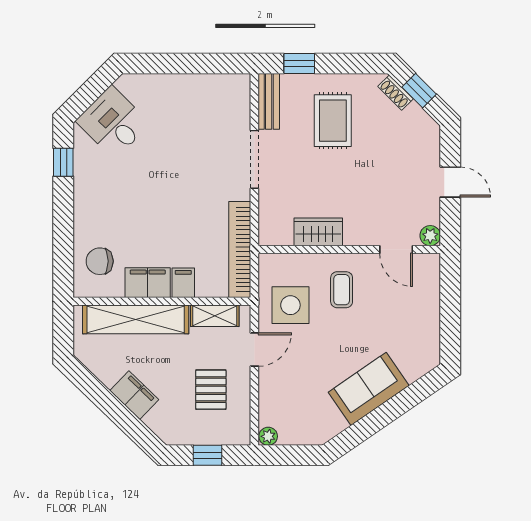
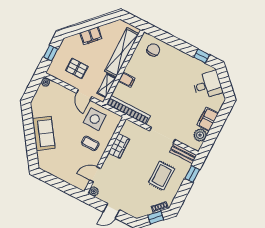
plant: (217, 87) -> (200, 135), added
rug: (333, 121) -> (162, 176), turned 90
filing cabinet: (148, 283) -> (208, 119), moved, turned 180

